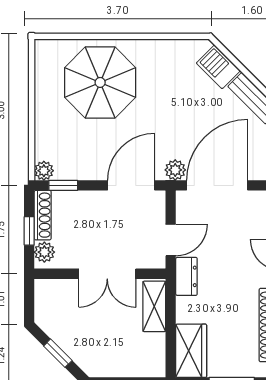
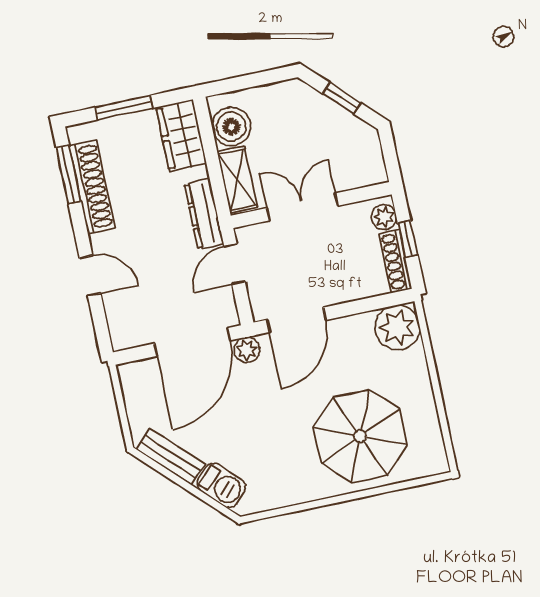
plant: (44, 171) -> (397, 328), width x1.87, depth x1.87
window: (63, 185) -> (378, 302), removed
dresser: (186, 276) -> (204, 214), width x1.44
boiler: (150, 349) -> (231, 127), added

